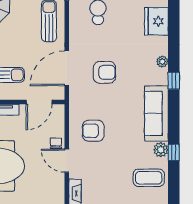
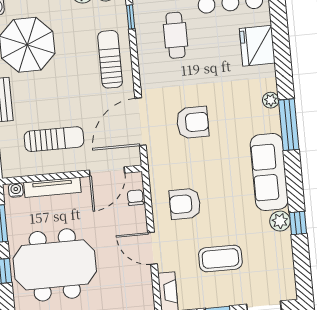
window: (174, 81) -> (289, 125), width x2.17
chair: (56, 143) -> (135, 198), moved
coffee table: (149, 178) -> (220, 258), moved

